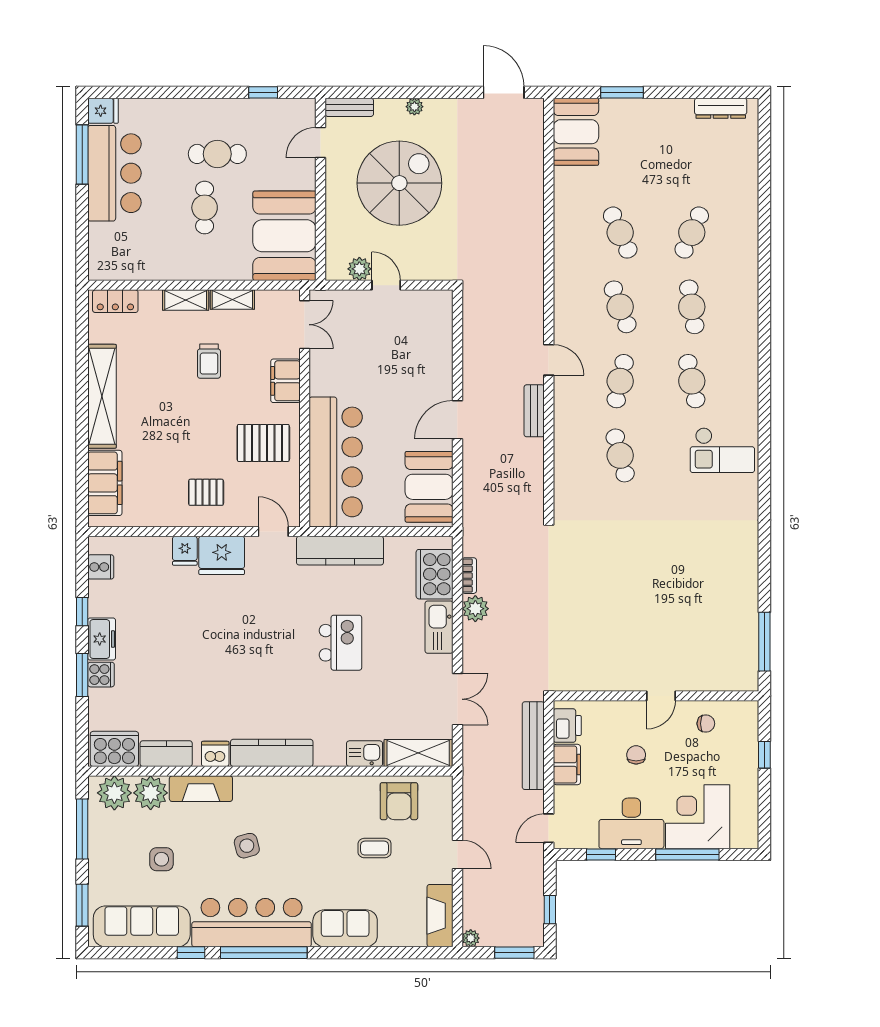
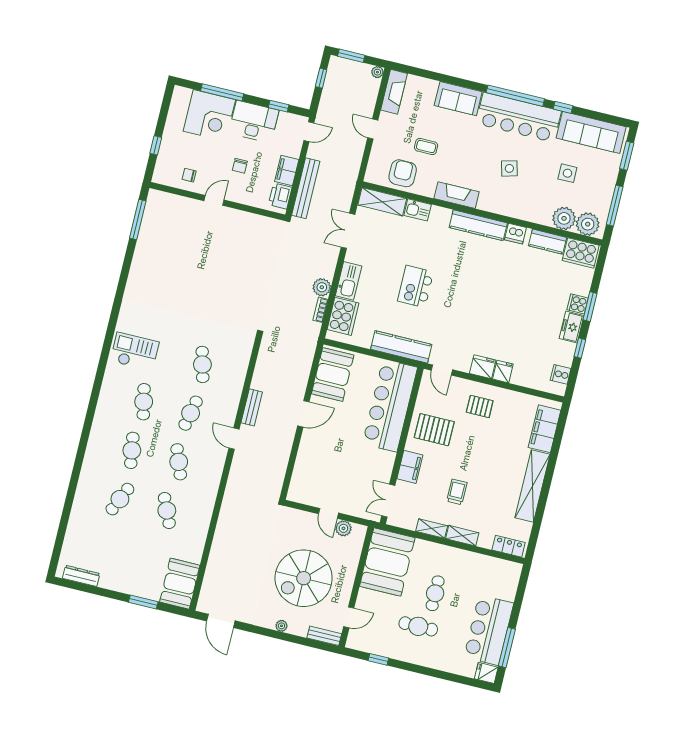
fridge: (222, 555) -> (483, 367), width x0.73, depth x0.75
fireplace: (201, 789) -> (457, 195), moved

